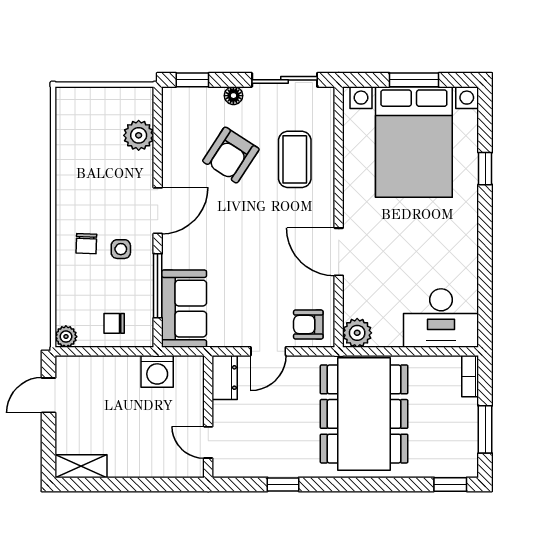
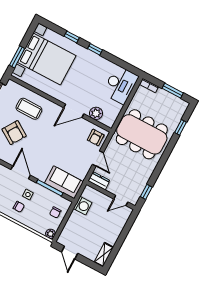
window: (414, 80) -> (17, 57), moved
window: (485, 229) -> (95, 49), added
plant: (357, 333) -> (96, 113), moved
window: (283, 484) -> (146, 192), moved
window: (450, 484) -> (180, 127), moved

